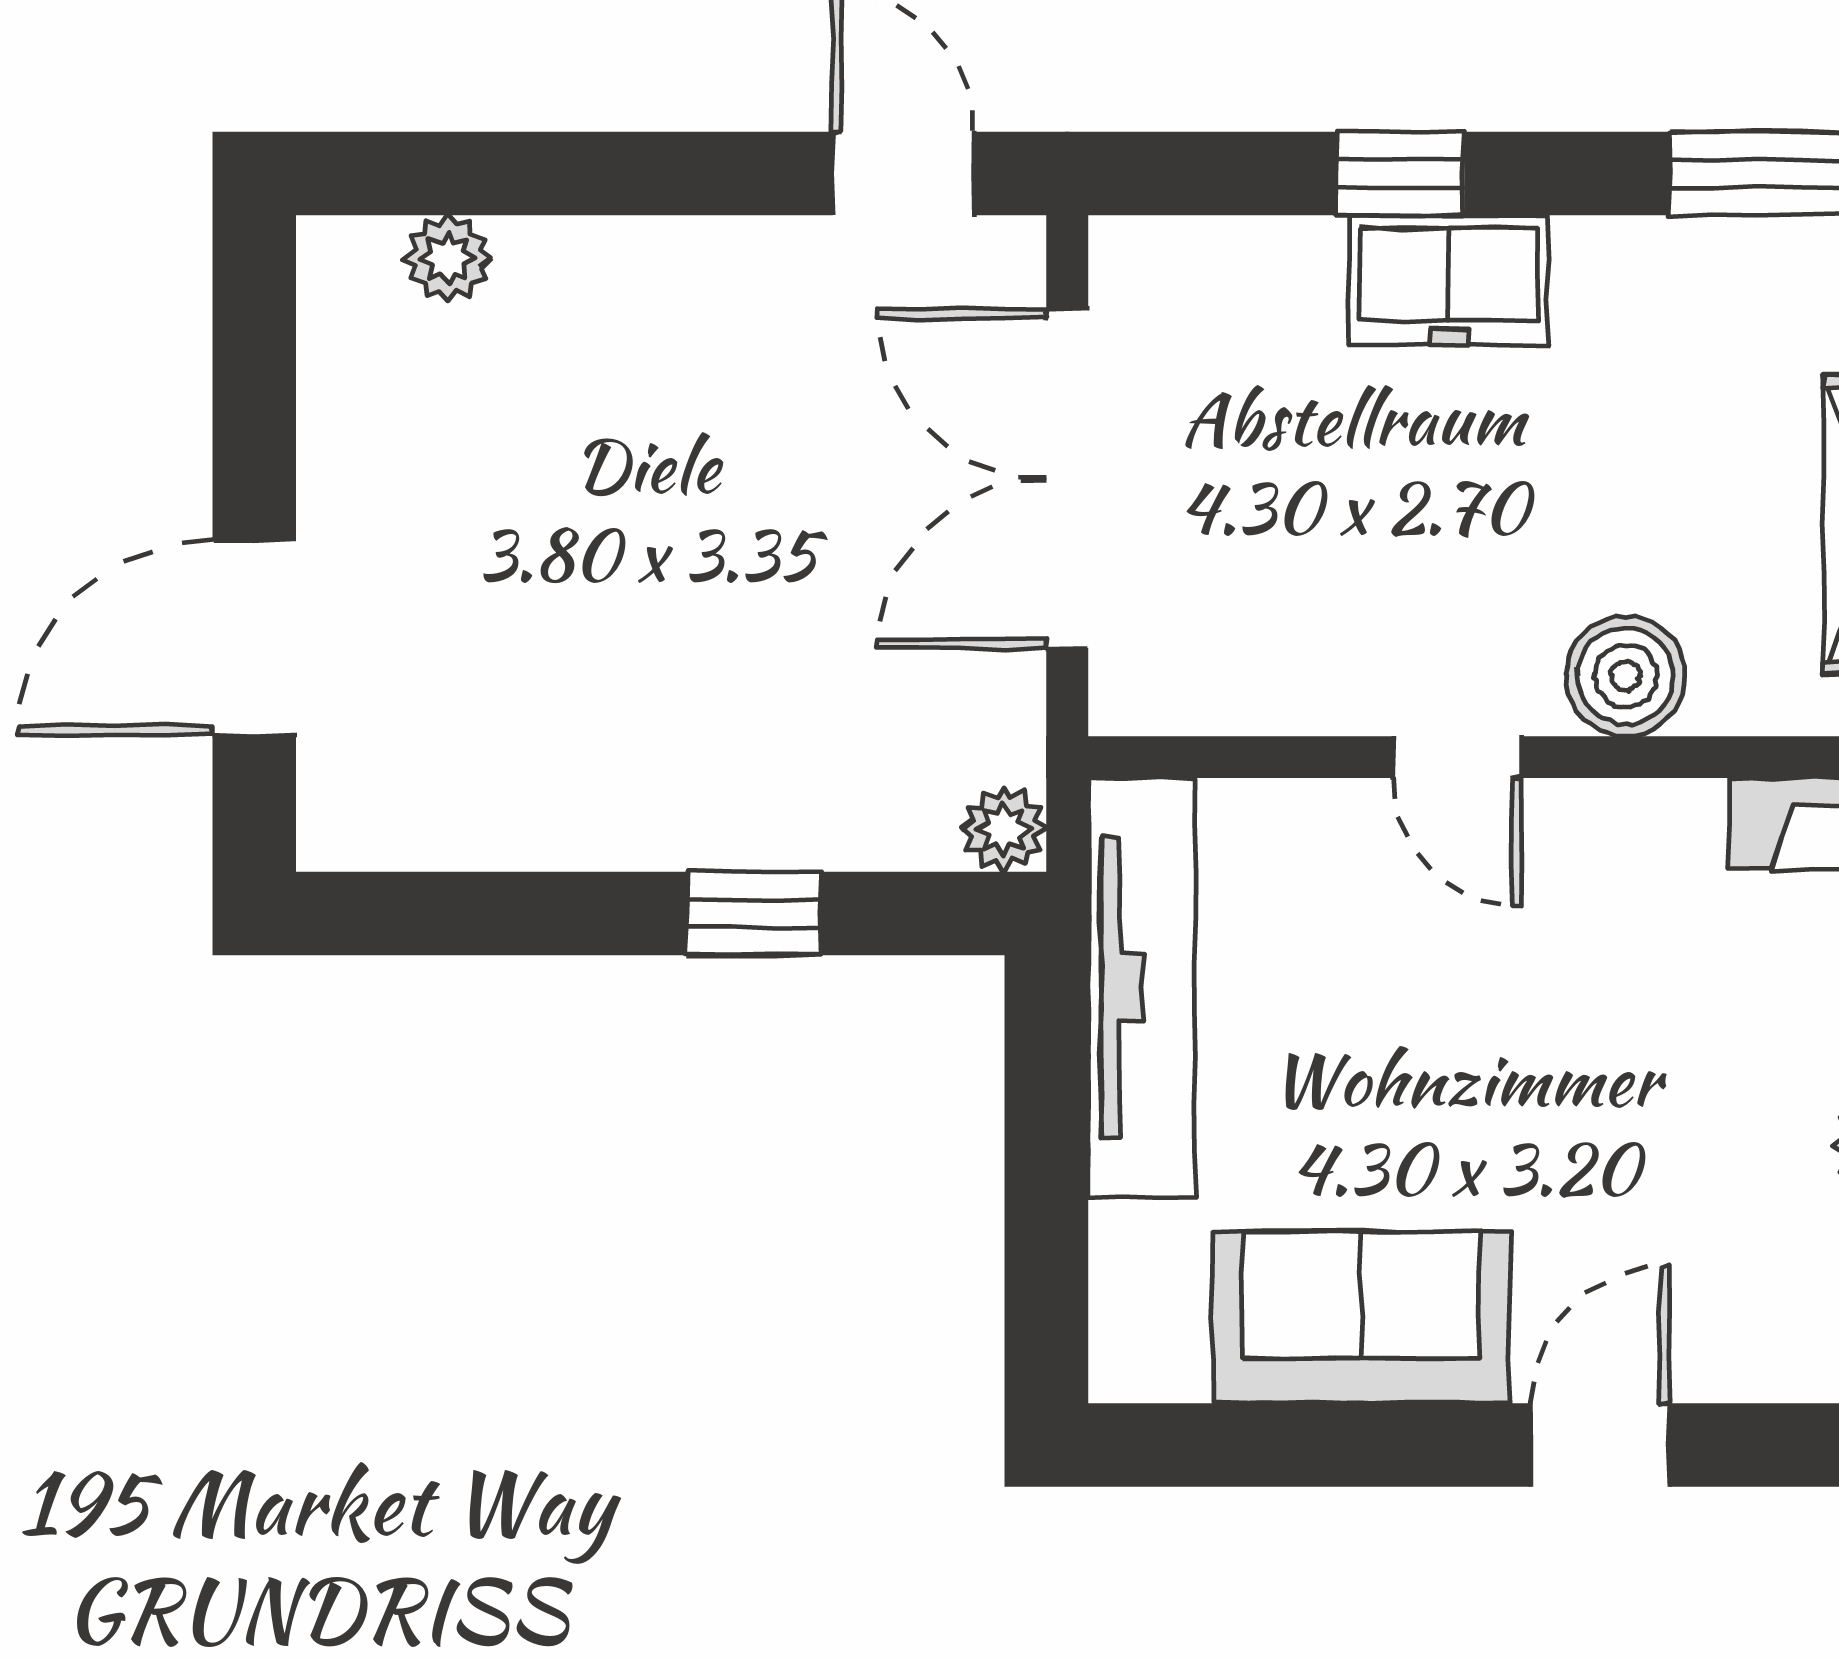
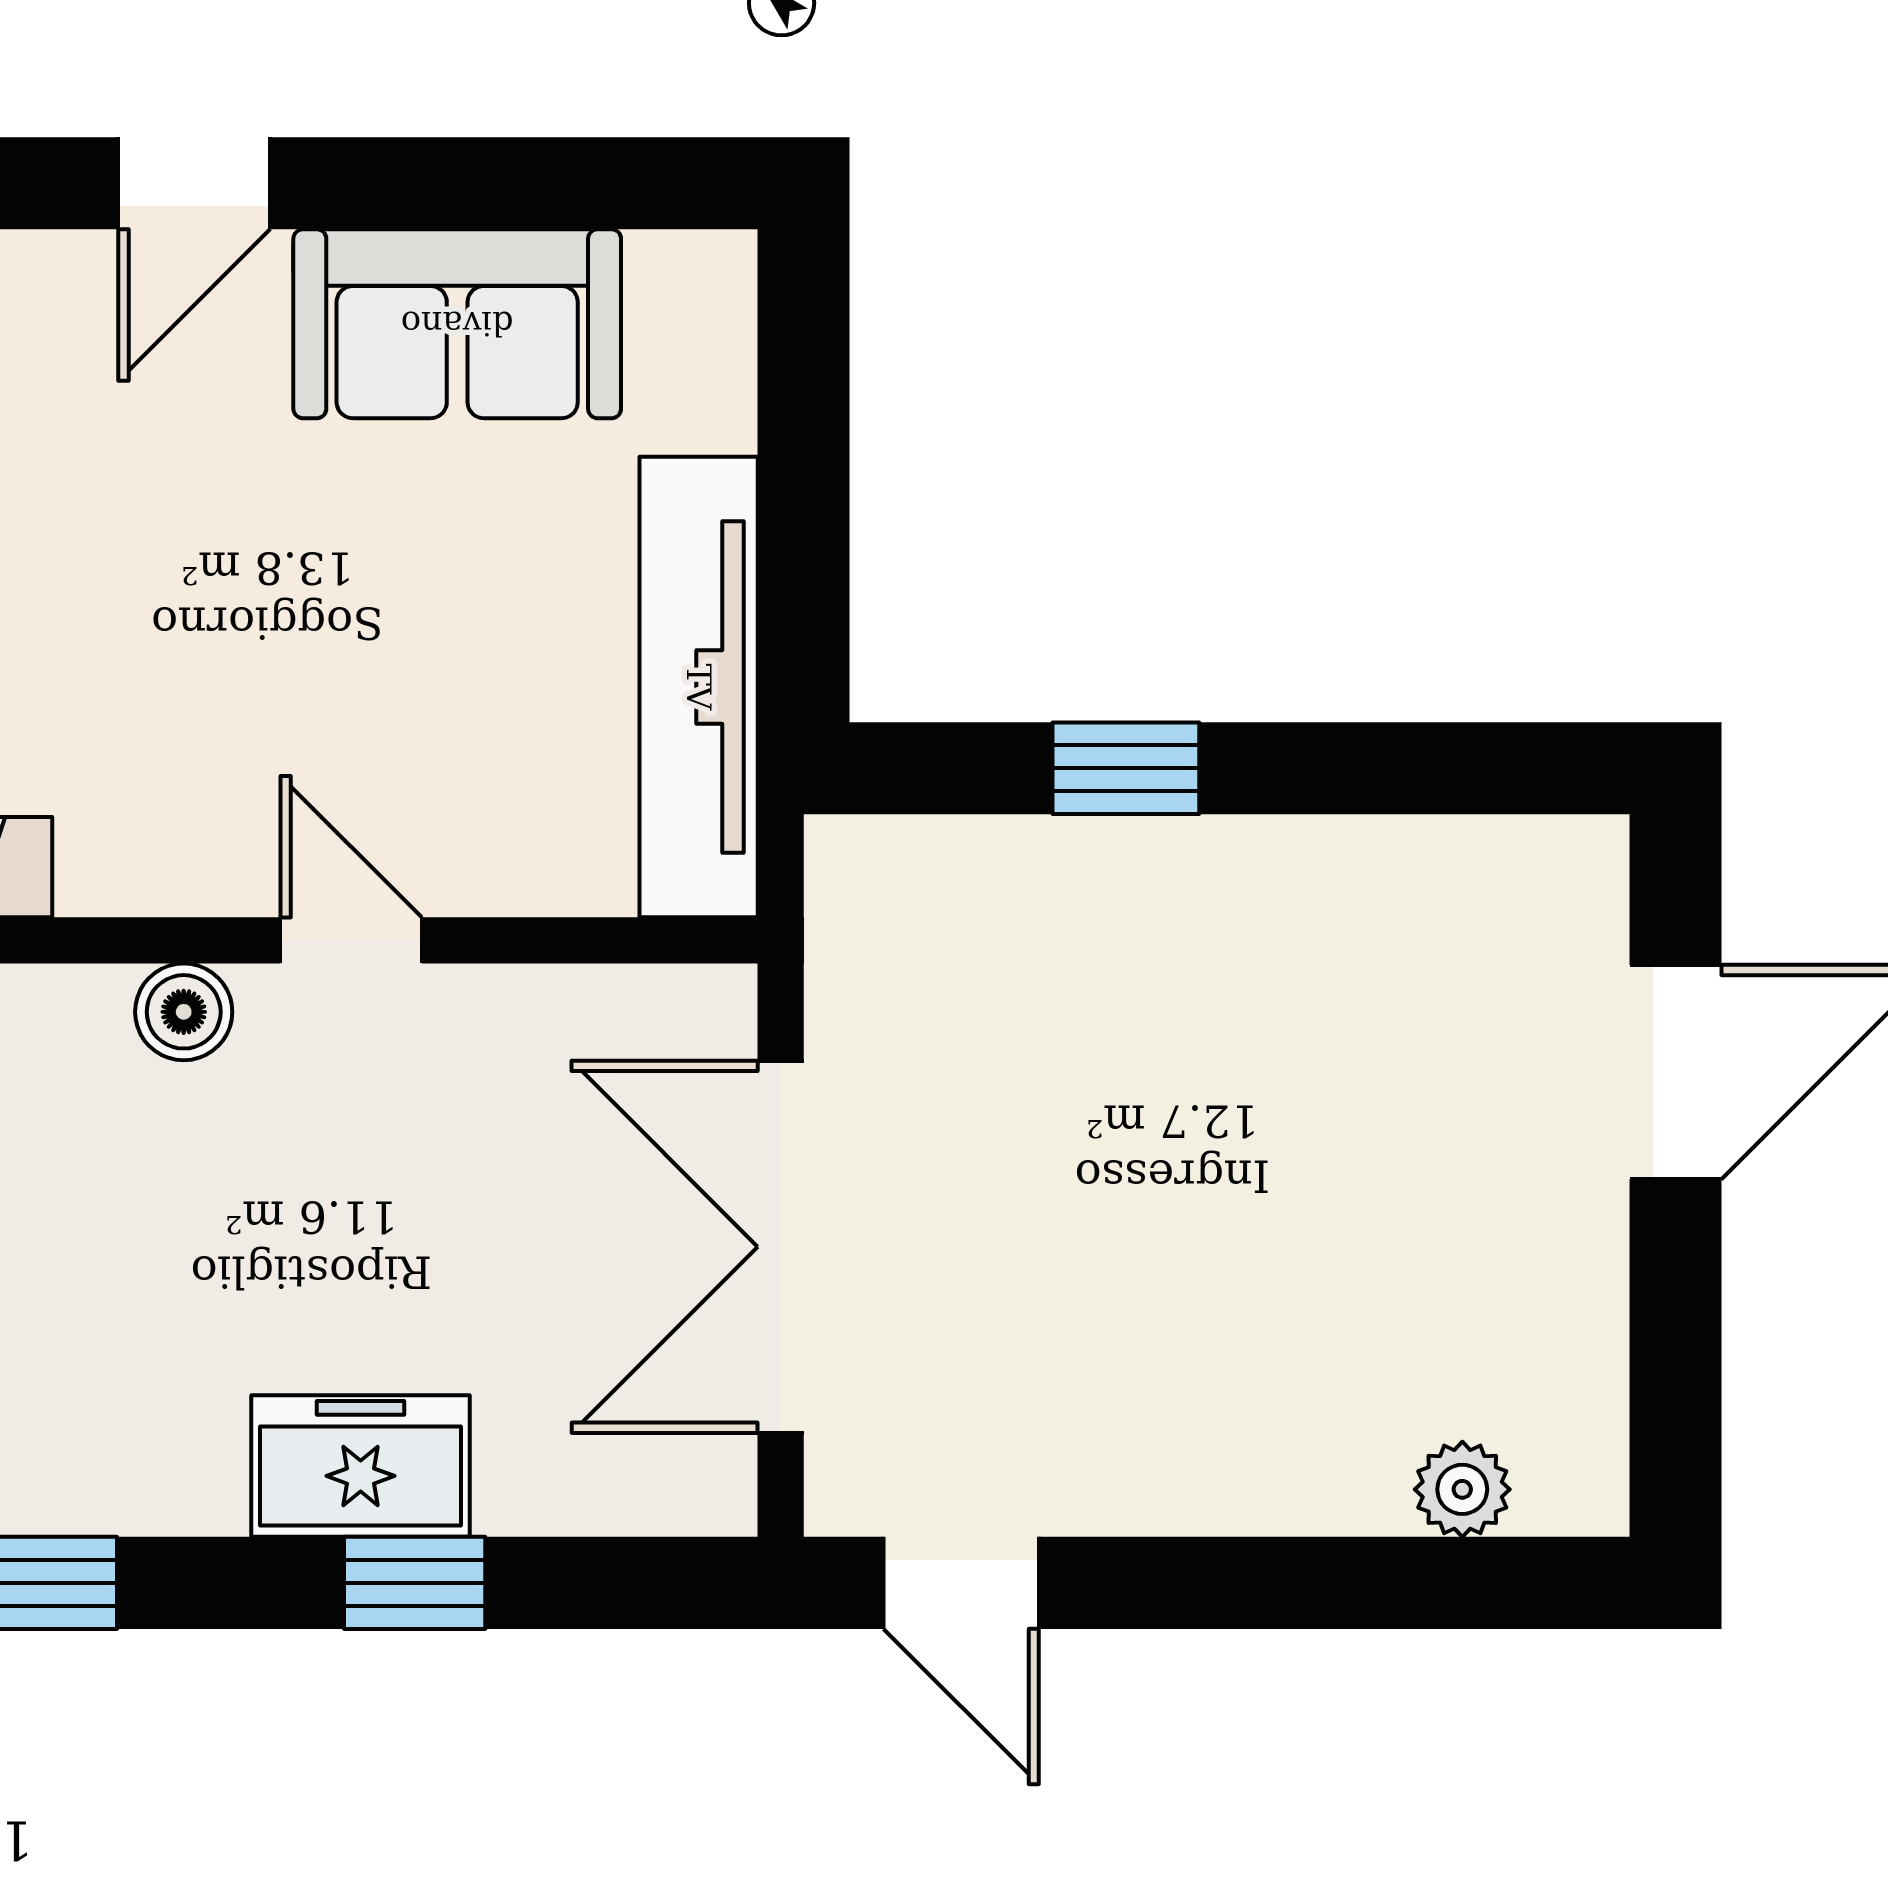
double door: (1067, 479) -> (781, 1247), swing flipped
boiler: (1625, 676) -> (184, 1012), width x0.73, depth x0.73
plant: (1004, 829) -> (851, 861), removed

